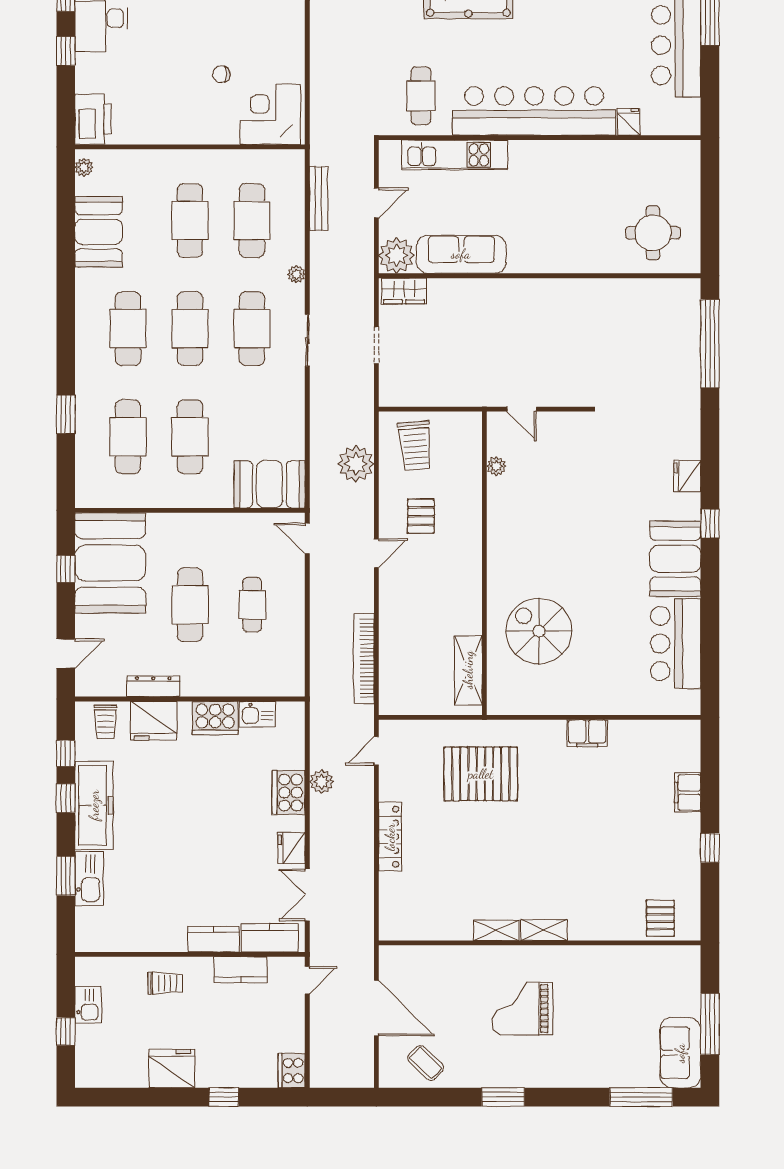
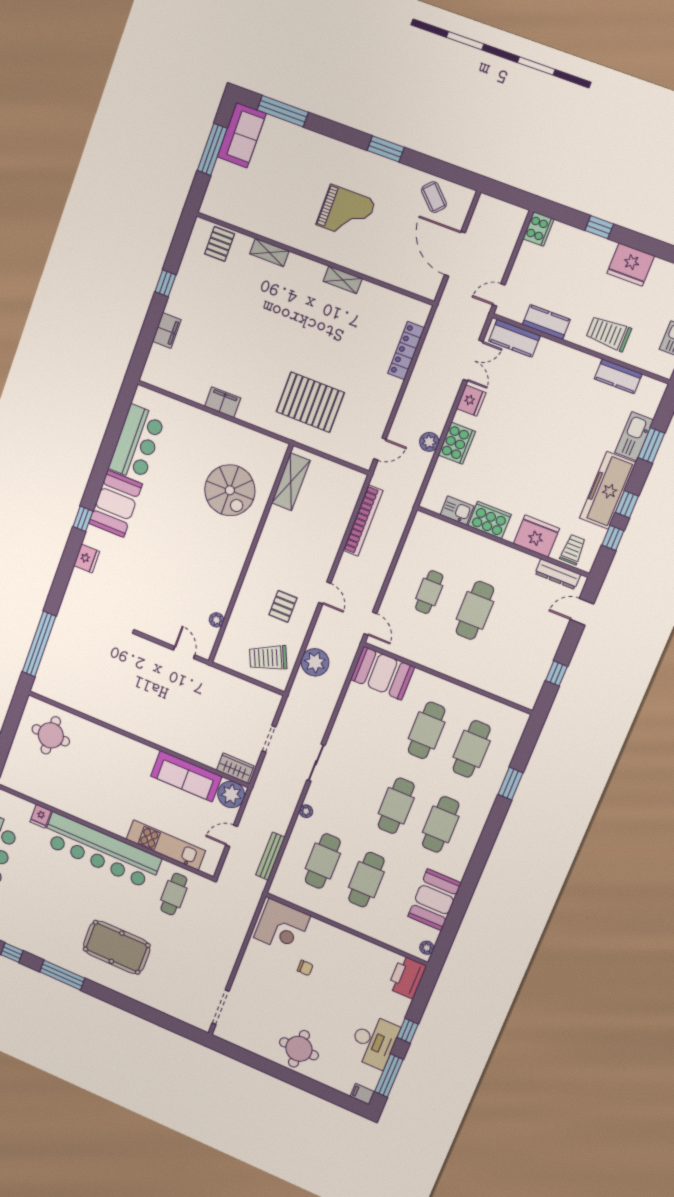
cafe table: (252, 329) -> (352, 787), removed
trolley: (415, 446) -> (268, 658), turned -109
door: (376, 553) -> (325, 593), swing flipped
booth: (110, 563) -> (522, 664), removed
dresser: (153, 686) -> (558, 574), moved
locker: (390, 837) -> (406, 351), moved
shelving: (544, 930) -> (269, 252), moved
kitchen counter: (214, 939) -> (618, 376), moved
trolley: (165, 983) -> (609, 333), width x1.36, depth x1.39

